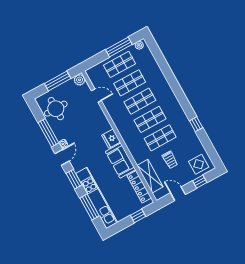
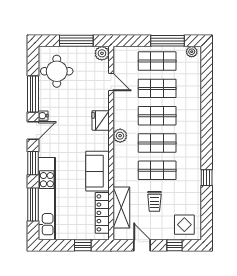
plant: (122, 128) -> (120, 136), added
fridge: (111, 139) -> (101, 120), moved

